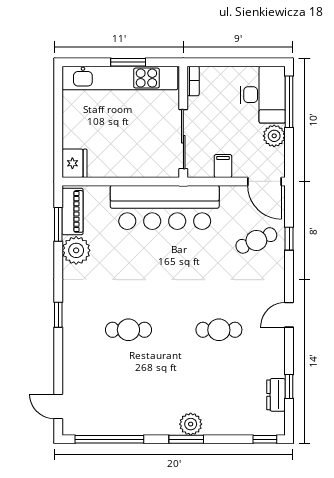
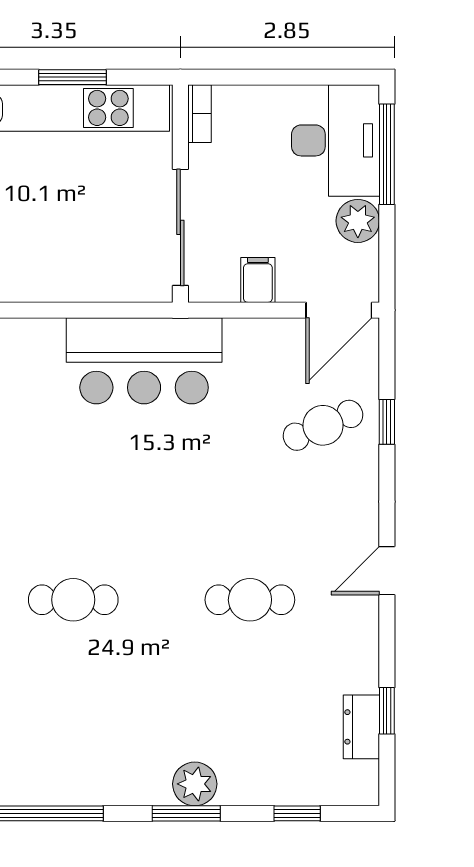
door: (264, 181) -> (339, 310), hinge flipped
bar counter: (165, 207) -> (144, 361), width x0.73
window: (265, 439) -> (297, 813), moved

